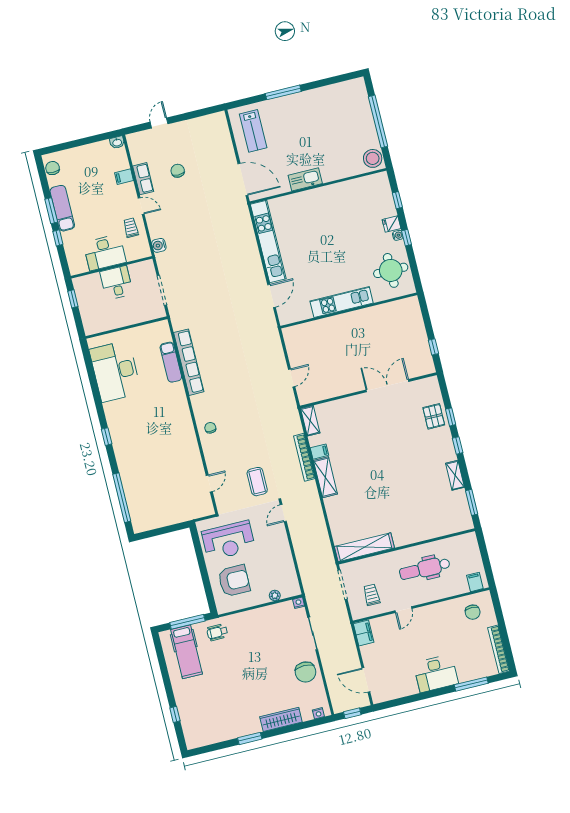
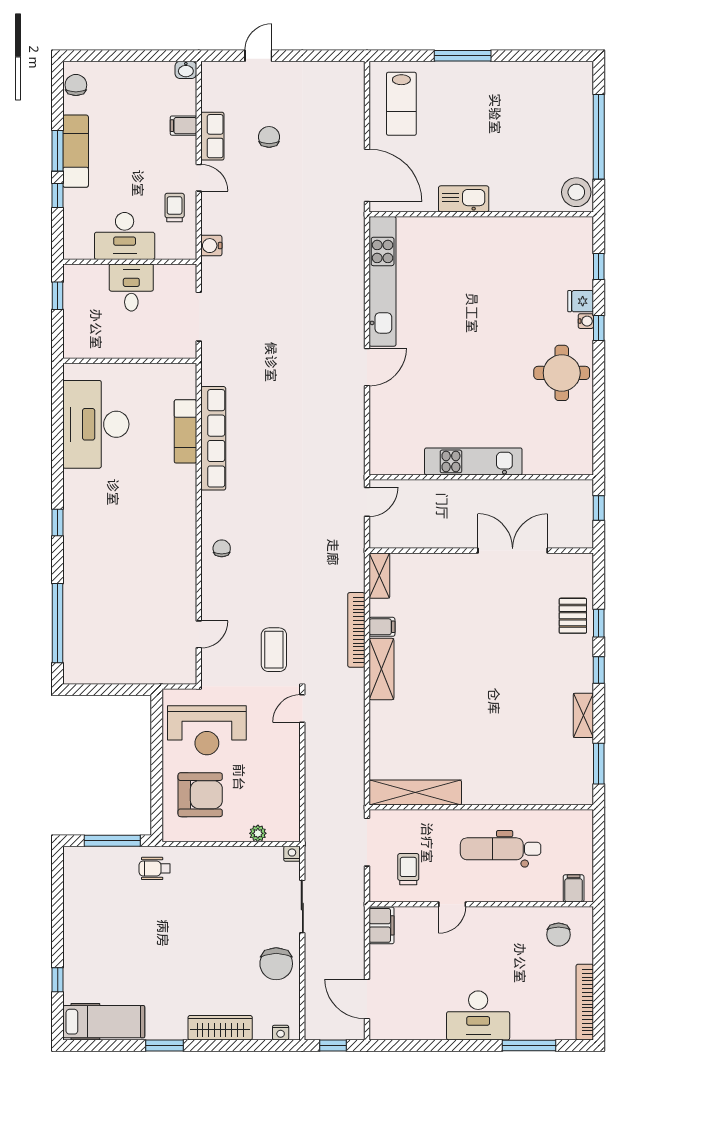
kitchen unit: (342, 302) -> (473, 461), moved
wall: (349, 310) -> (481, 477), moved
hospital bed: (187, 652) -> (104, 1022), moved, turned -90

